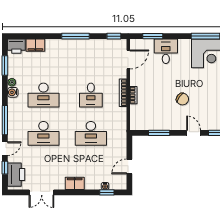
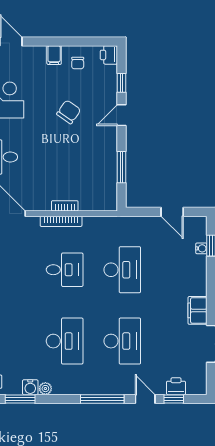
water cooler: (13, 92) -> (30, 387), moved
chair: (182, 99) -> (69, 112), moved
printer: (16, 175) -> (176, 386), width x0.53, depth x0.68
filing cabinet: (75, 183) -> (197, 310), moved

